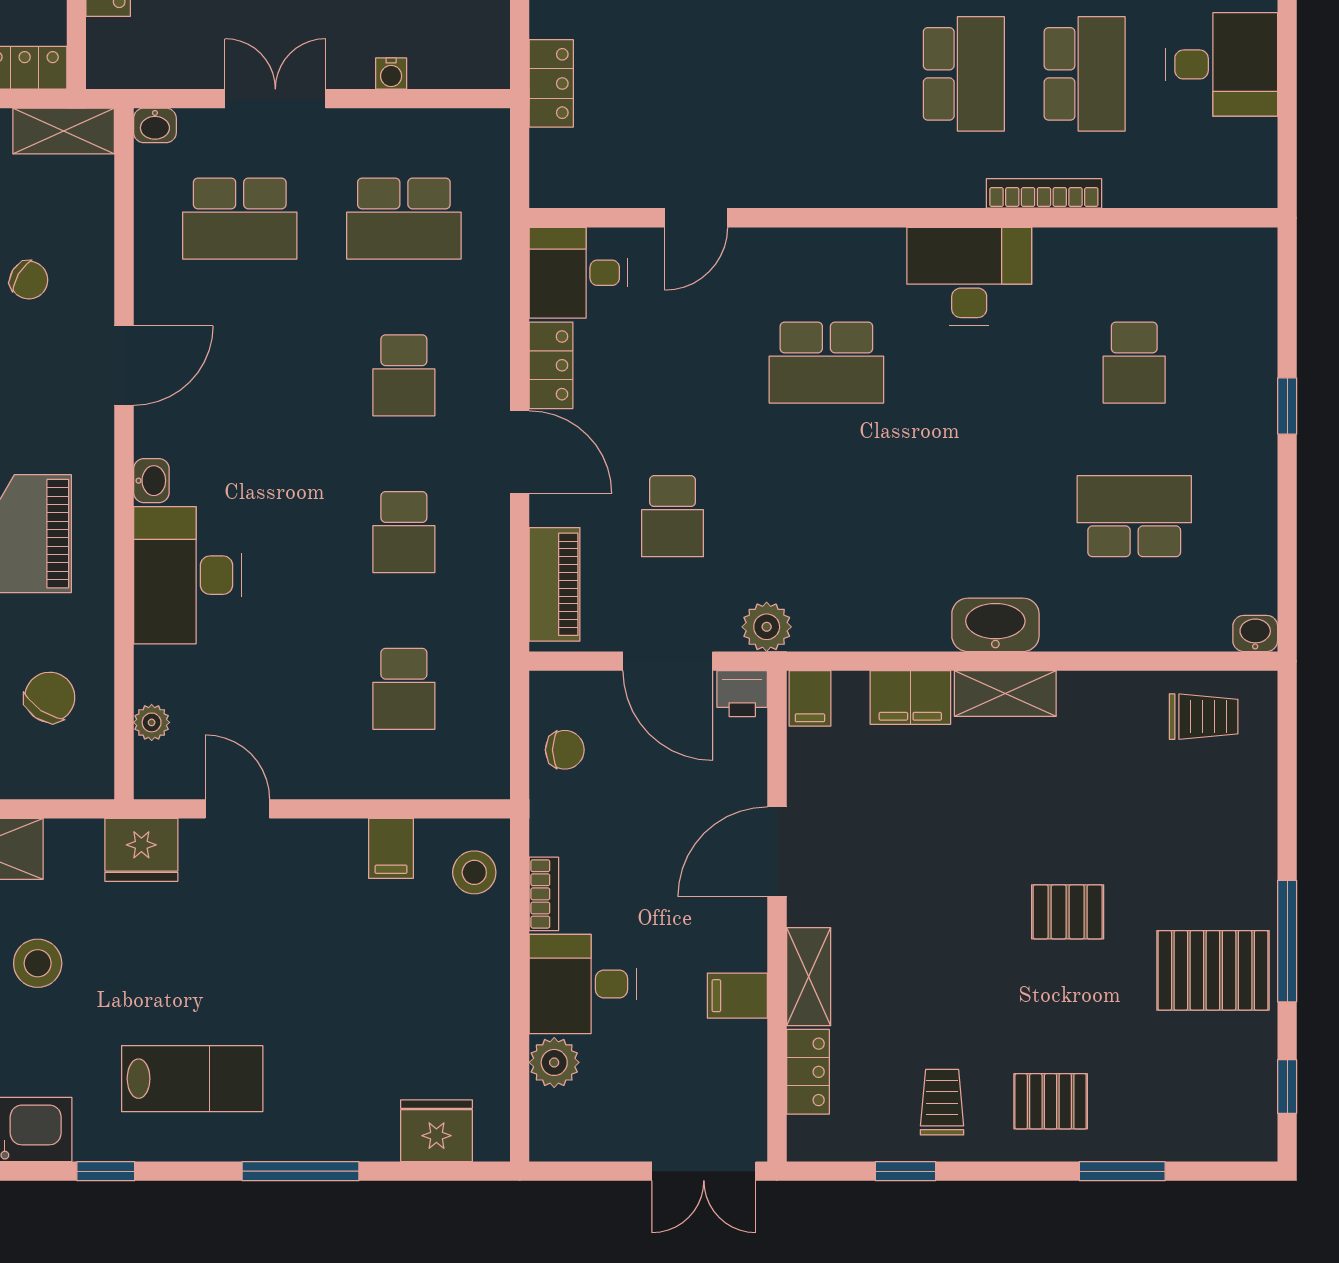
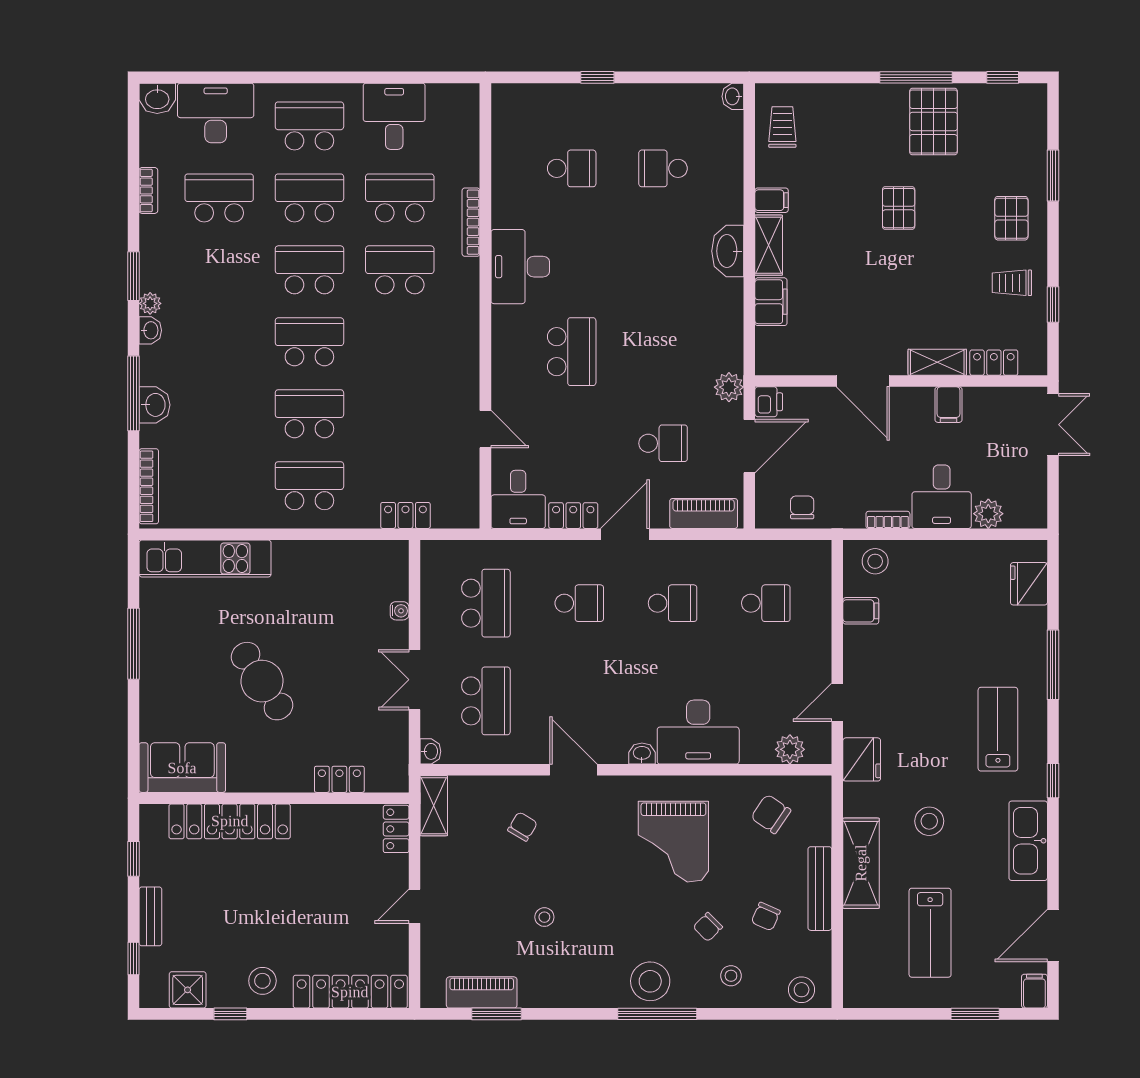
school desk: (1134, 516) -> (663, 168), width x0.54
filing cabinet: (810, 698) -> (772, 200), moved
plant: (152, 722) -> (790, 749), width x1.38, depth x1.38

